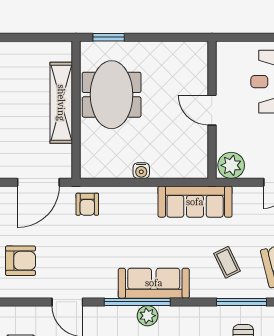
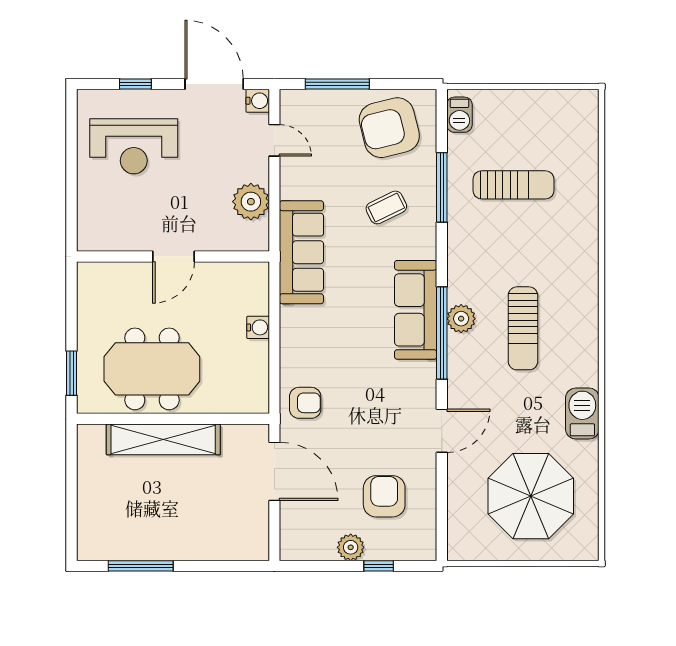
door: (212, 110) -> (174, 256), moved
wall: (212, 110) -> (173, 256), moved

